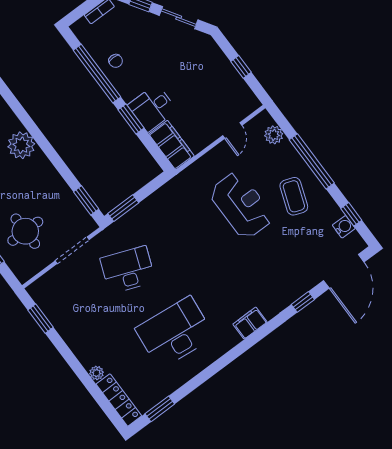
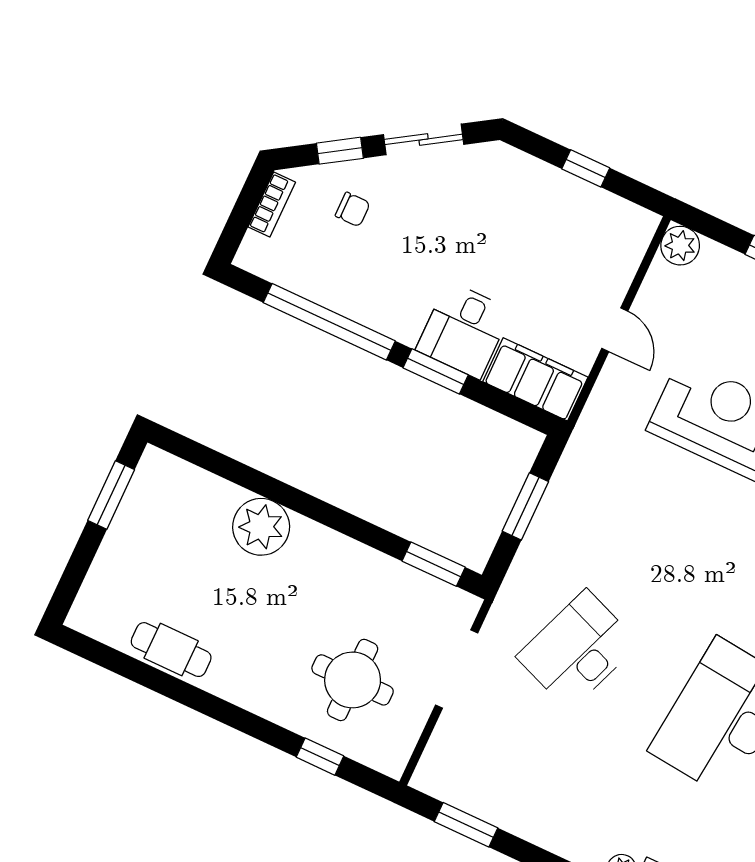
chair: (116, 61) -> (353, 209), moved
door: (232, 130) -> (615, 330), moved
plant: (274, 135) -> (680, 246), moved
window: (123, 208) -> (525, 506), moved

